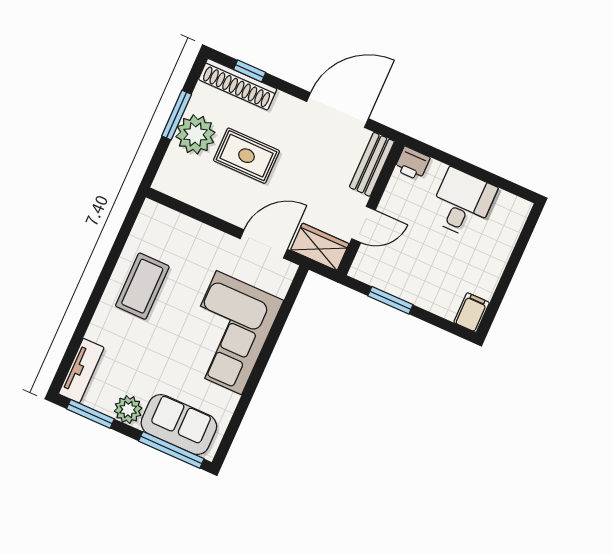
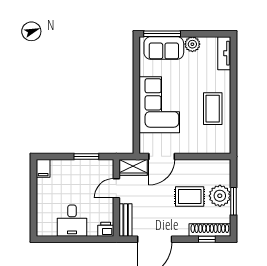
window: (90, 414) -> (210, 34), removed

